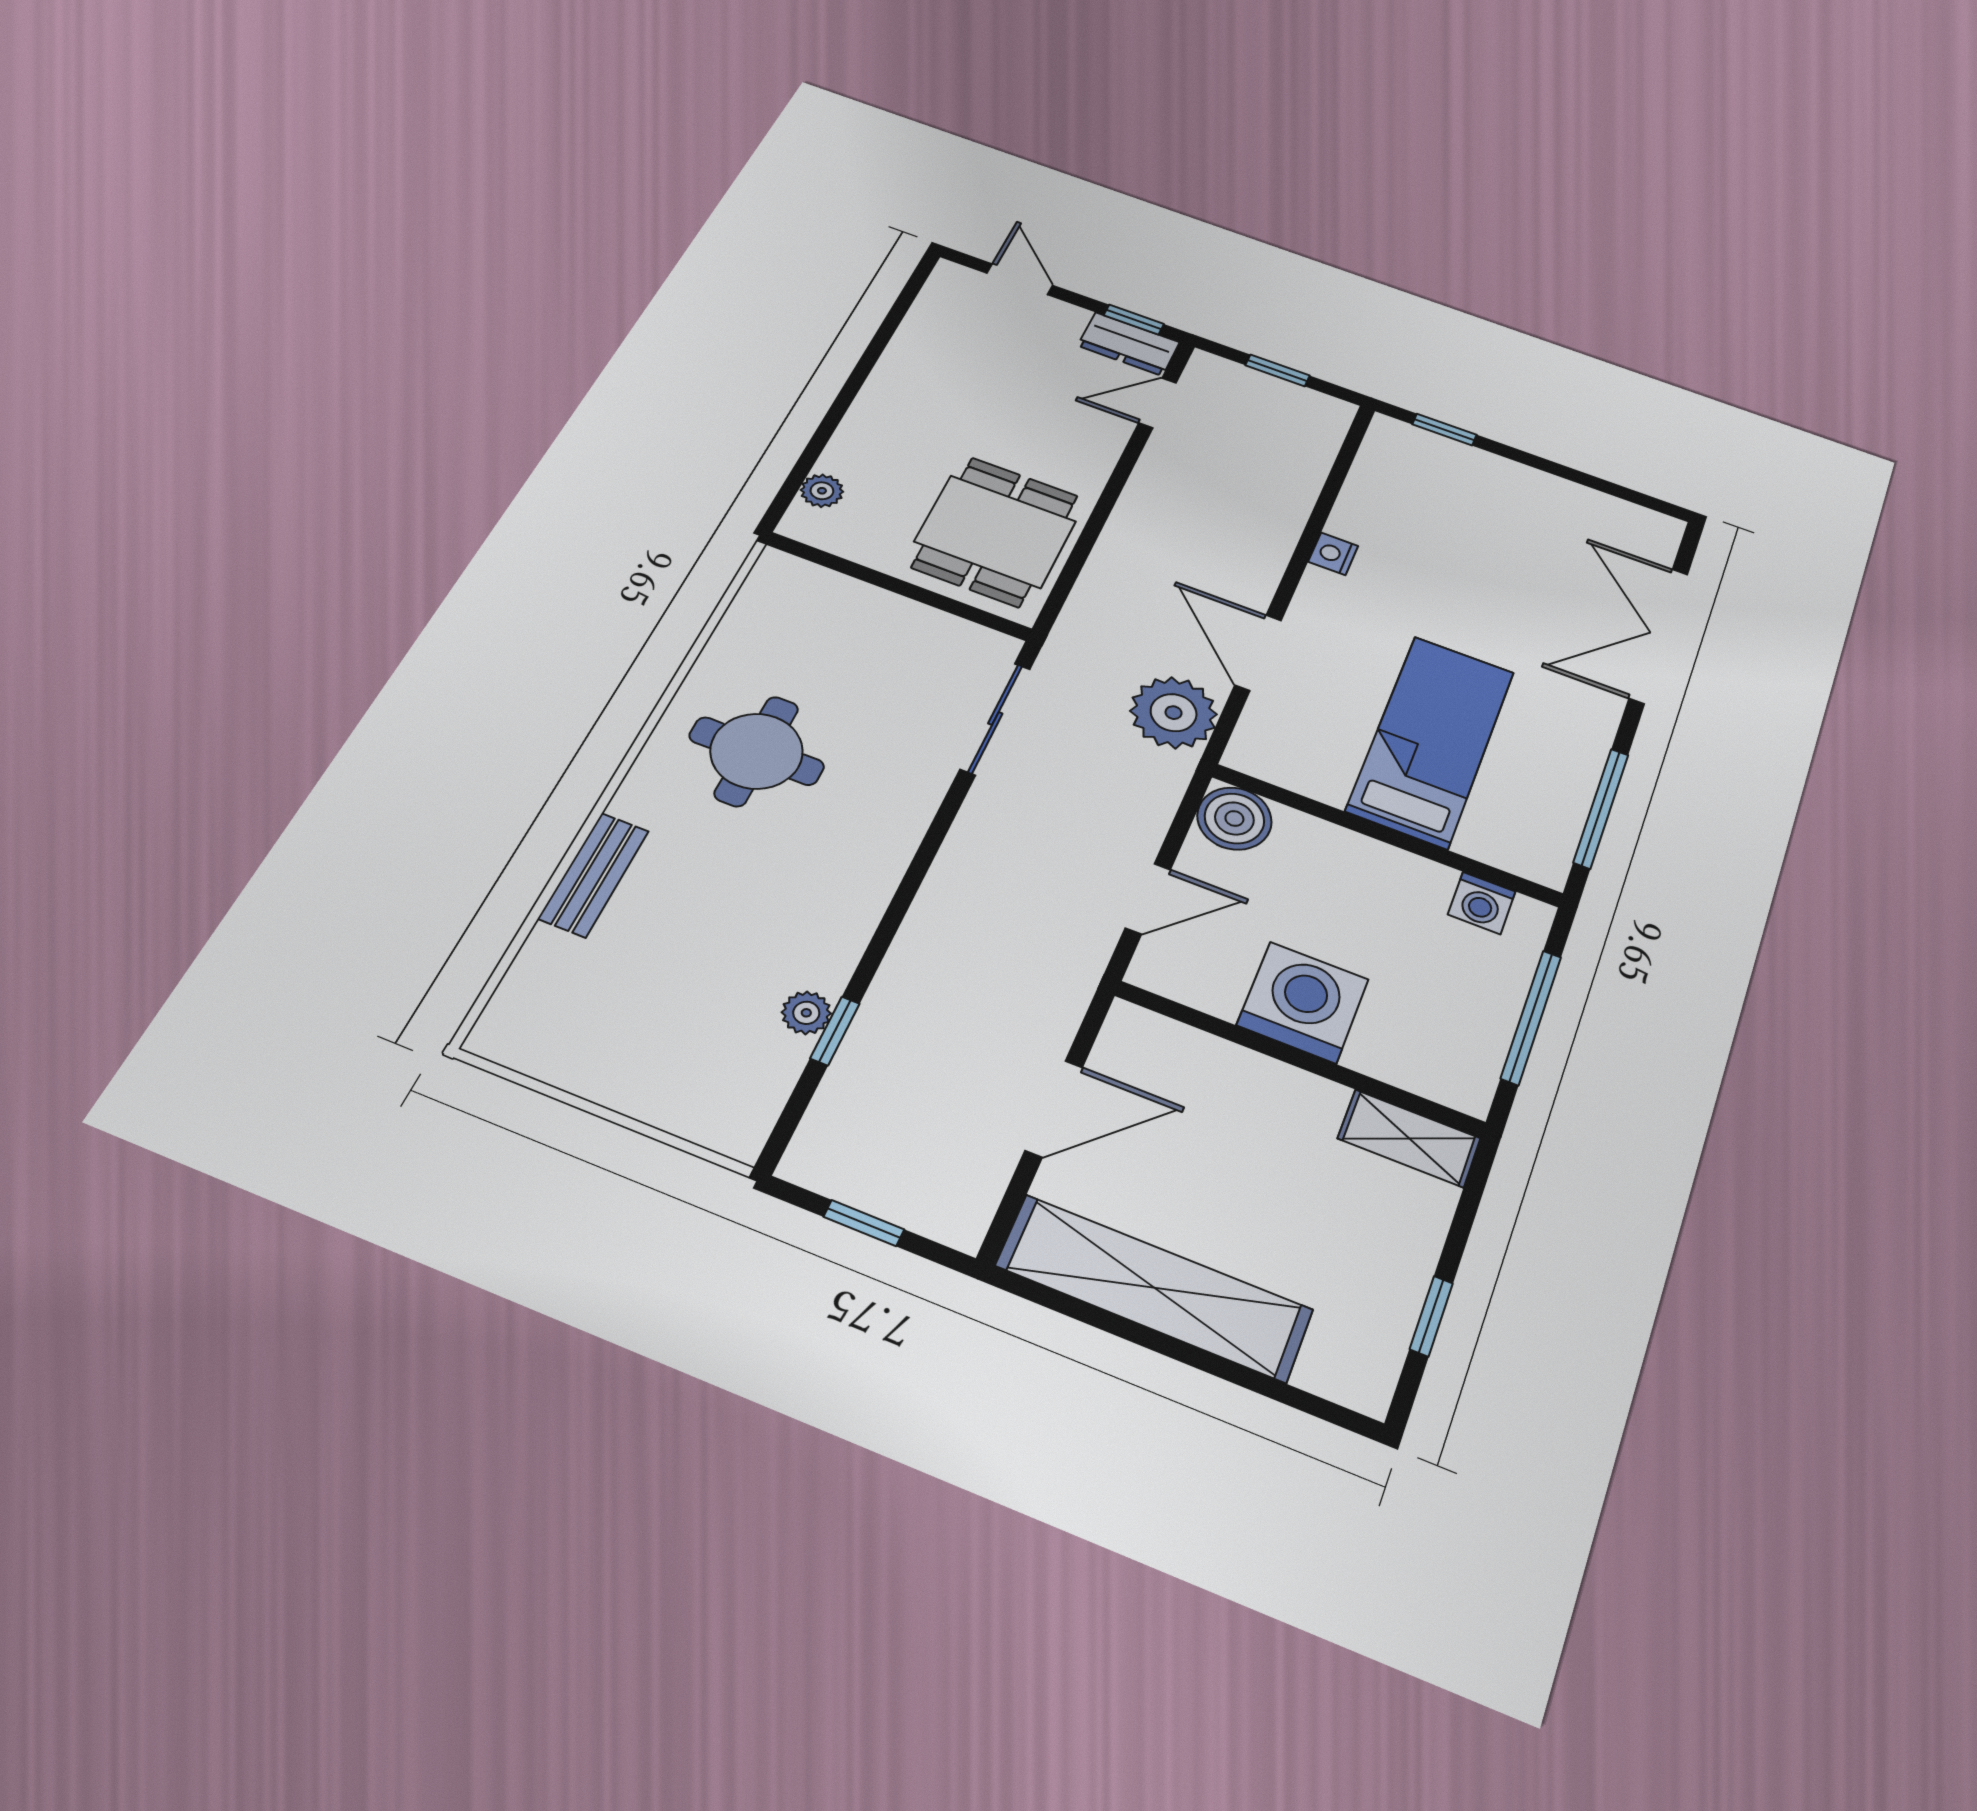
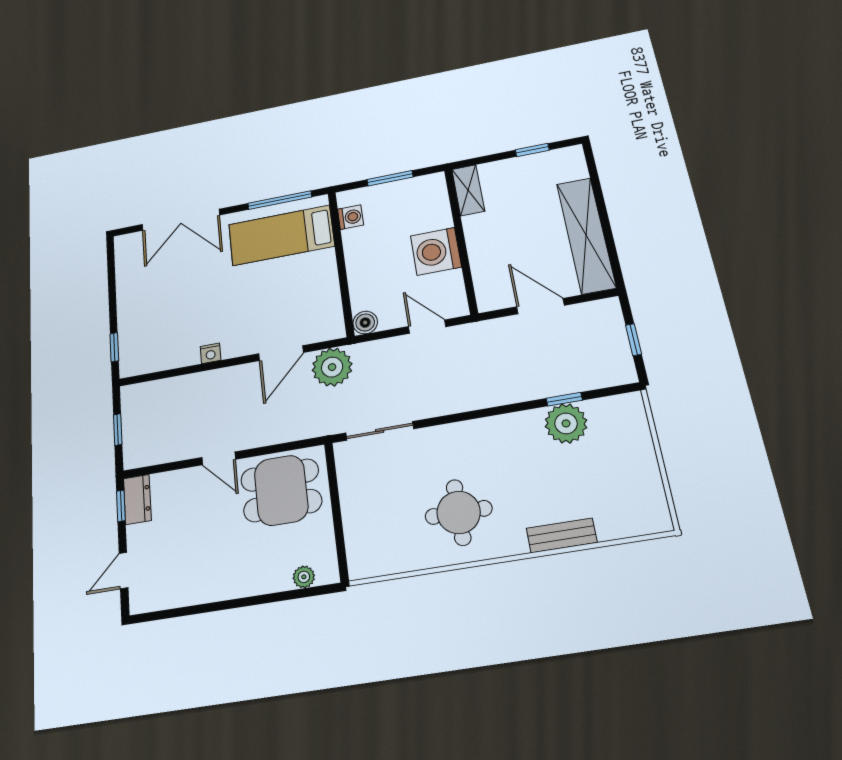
door: (1157, 403) -> (219, 458), moved
bed: (1431, 741) -> (281, 235), moved
boiler: (1234, 818) -> (365, 323), width x0.73, depth x0.73
plant: (806, 1013) -> (566, 423), width x1.88, depth x1.88
window: (1531, 1017) -> (390, 178), width x0.69

